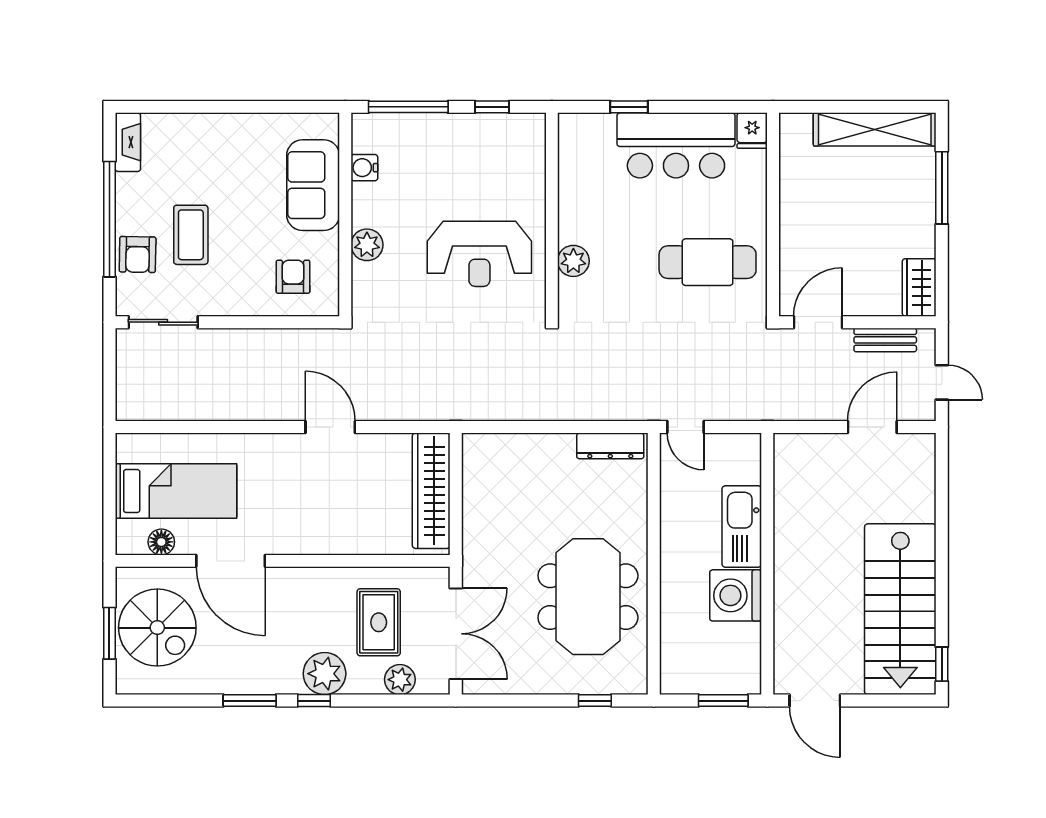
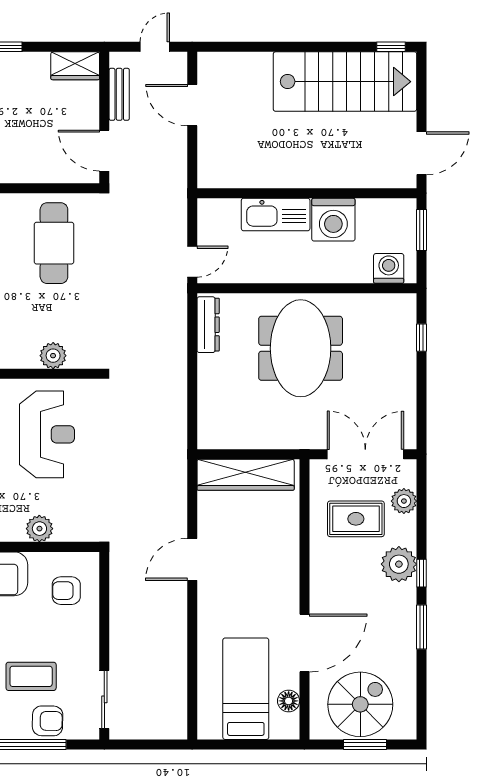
meeting table: (588, 597) -> (301, 348), moved, turned 90
washing machine: (677, 661) -> (389, 268), added

